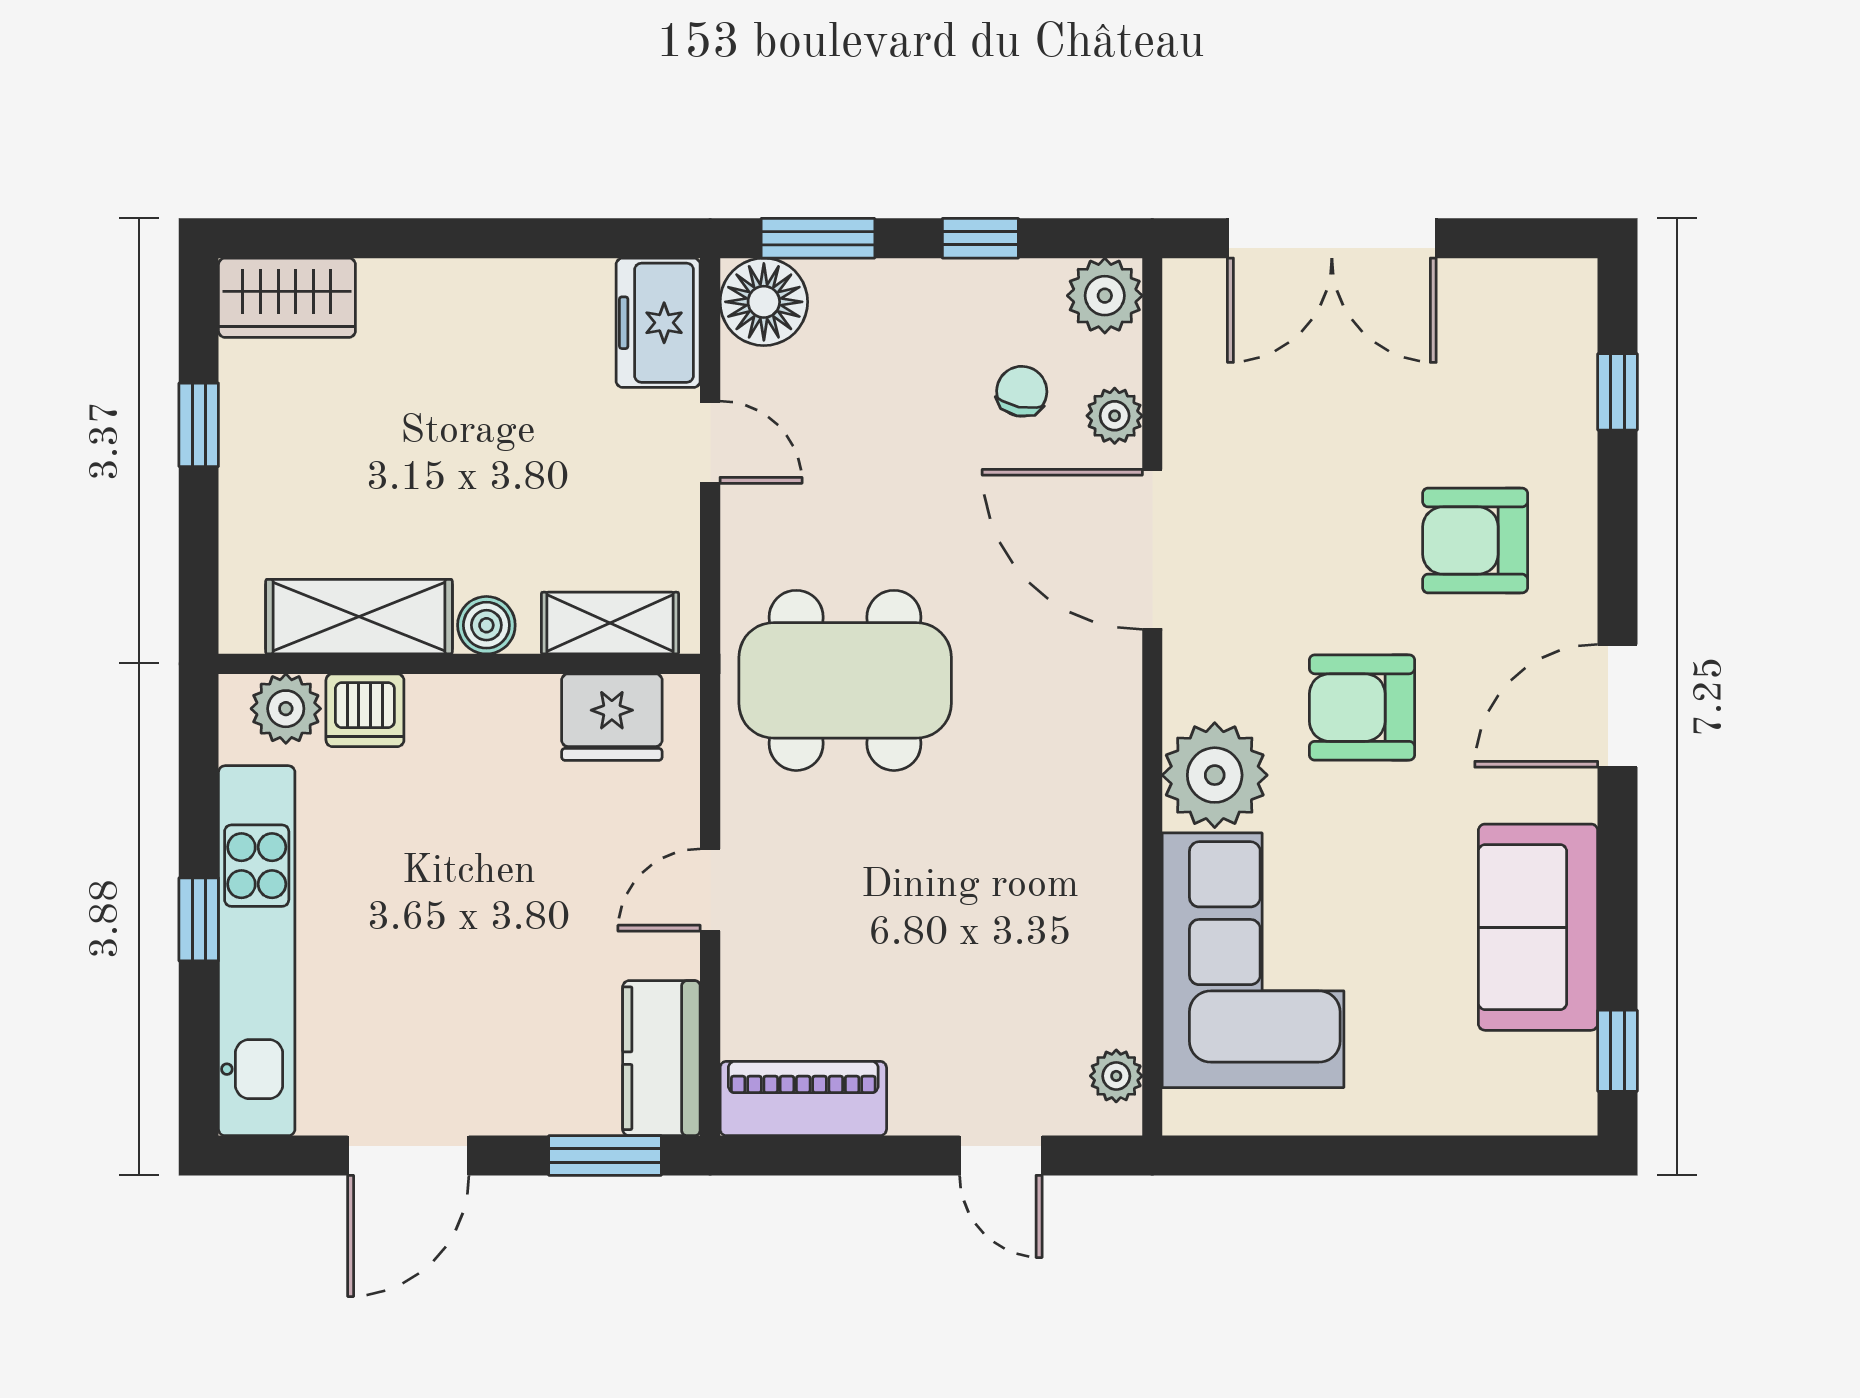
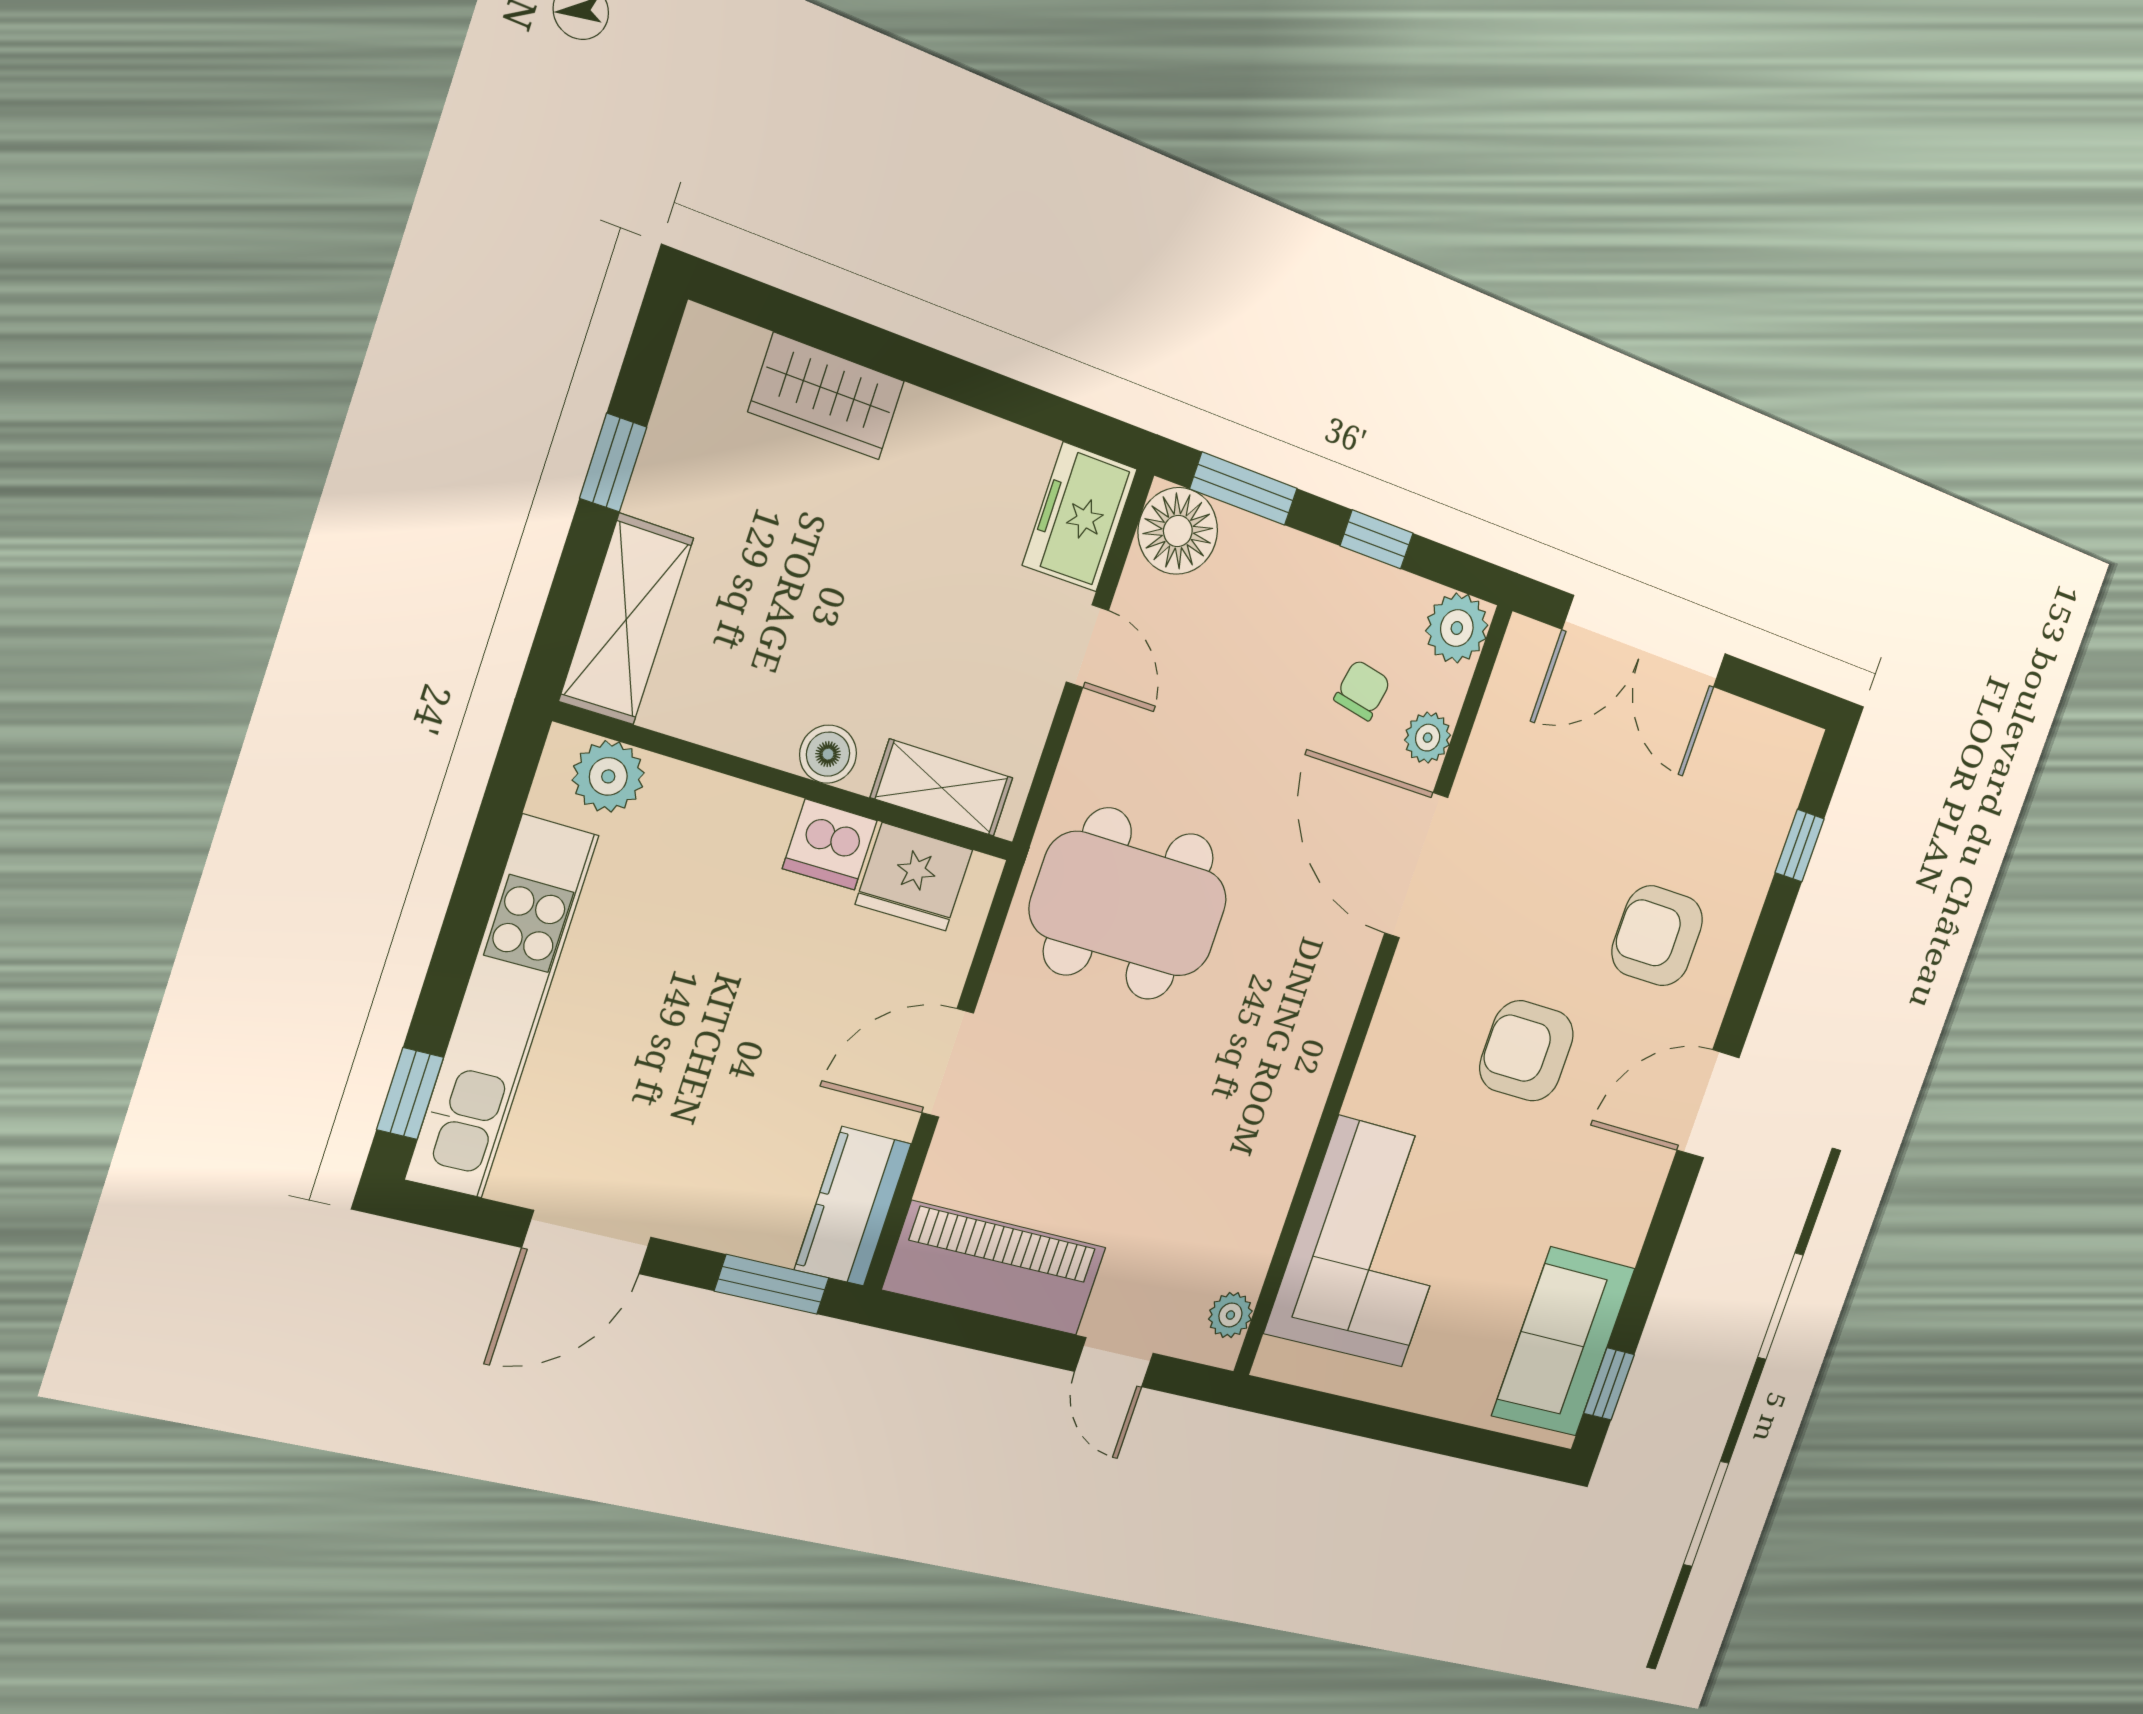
wardrobe: (287, 298) -> (827, 396), moved
shelving: (359, 617) -> (626, 619), moved, turned 90
dishwasher: (365, 710) -> (830, 845), moved
plant: (1215, 775) -> (1396, 1076), removed
door: (710, 890) -> (948, 1063), width x1.38
window: (199, 919) -> (410, 1093), moved
sofa: (1538, 927) -> (1563, 1342), moved
piano: (803, 1098) -> (995, 1269), width x1.37, depth x1.33

